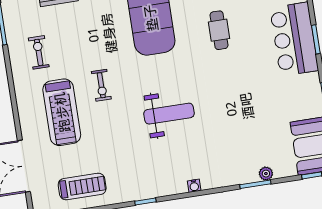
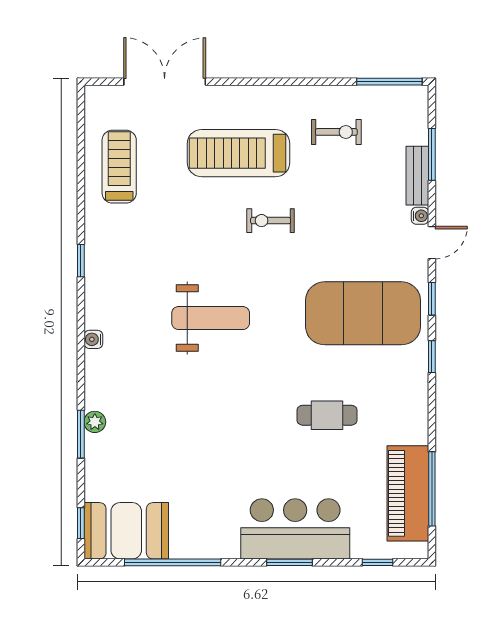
weight bench: (169, 114) -> (211, 318), turned -90
plant: (266, 174) -> (95, 422), moved
treadmill: (82, 187) -> (119, 167), turned 180

